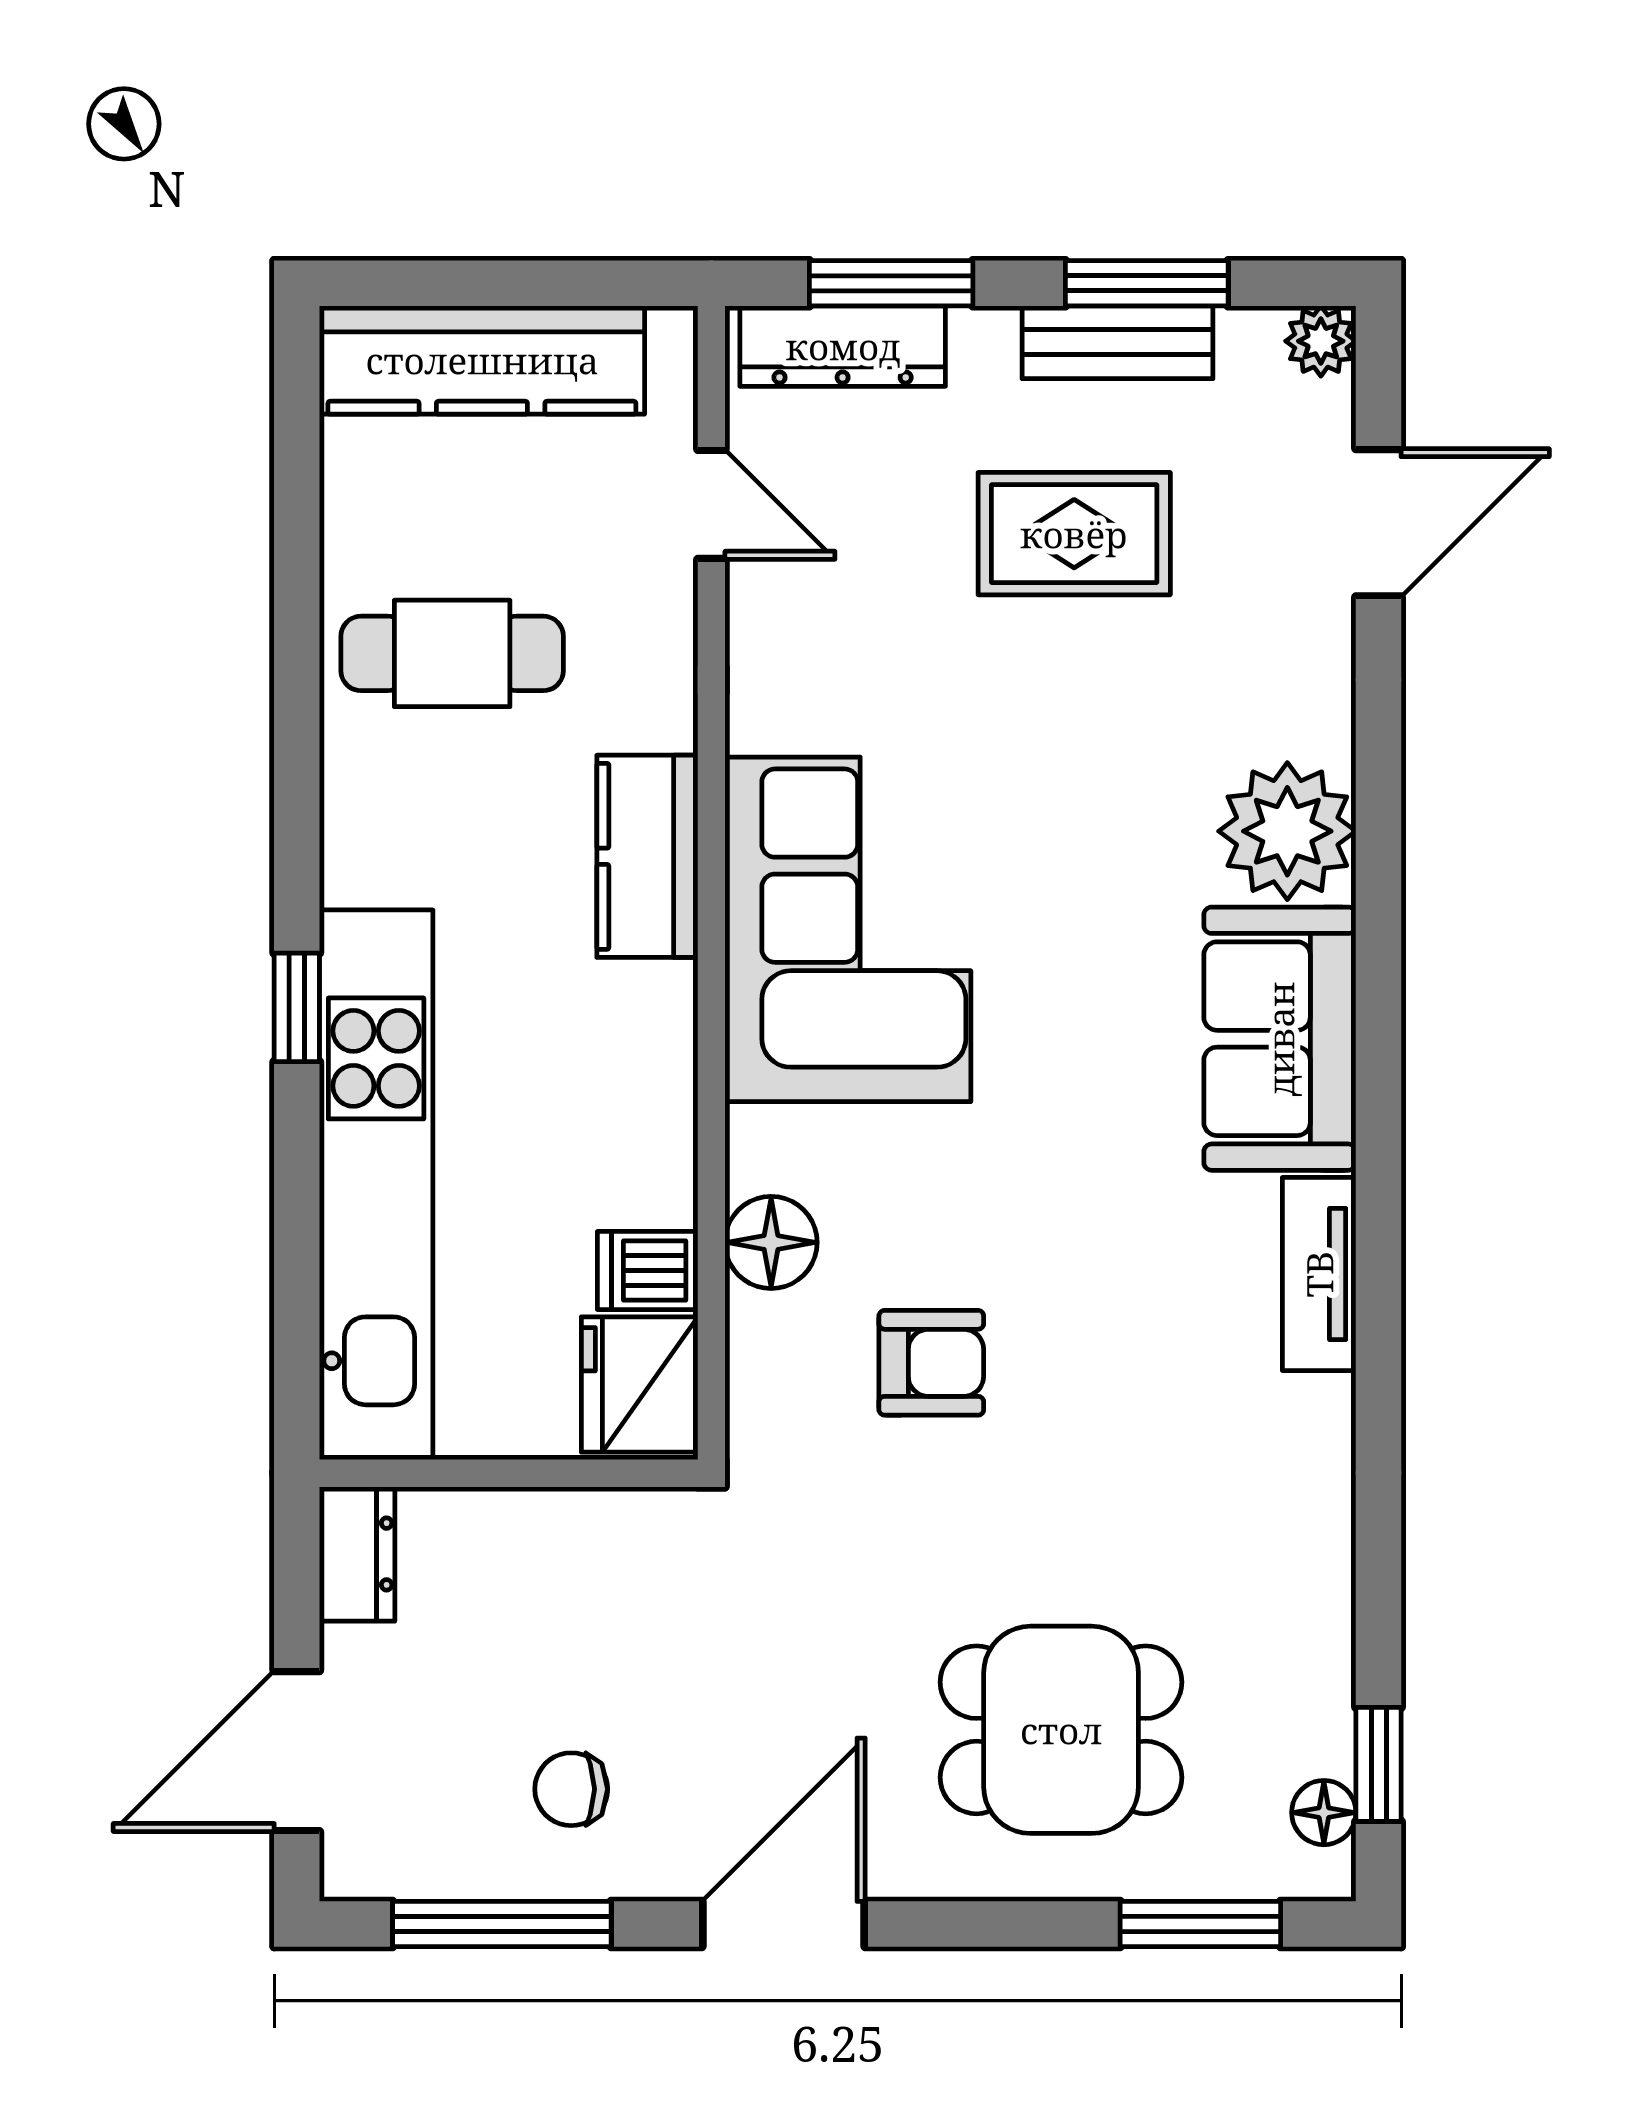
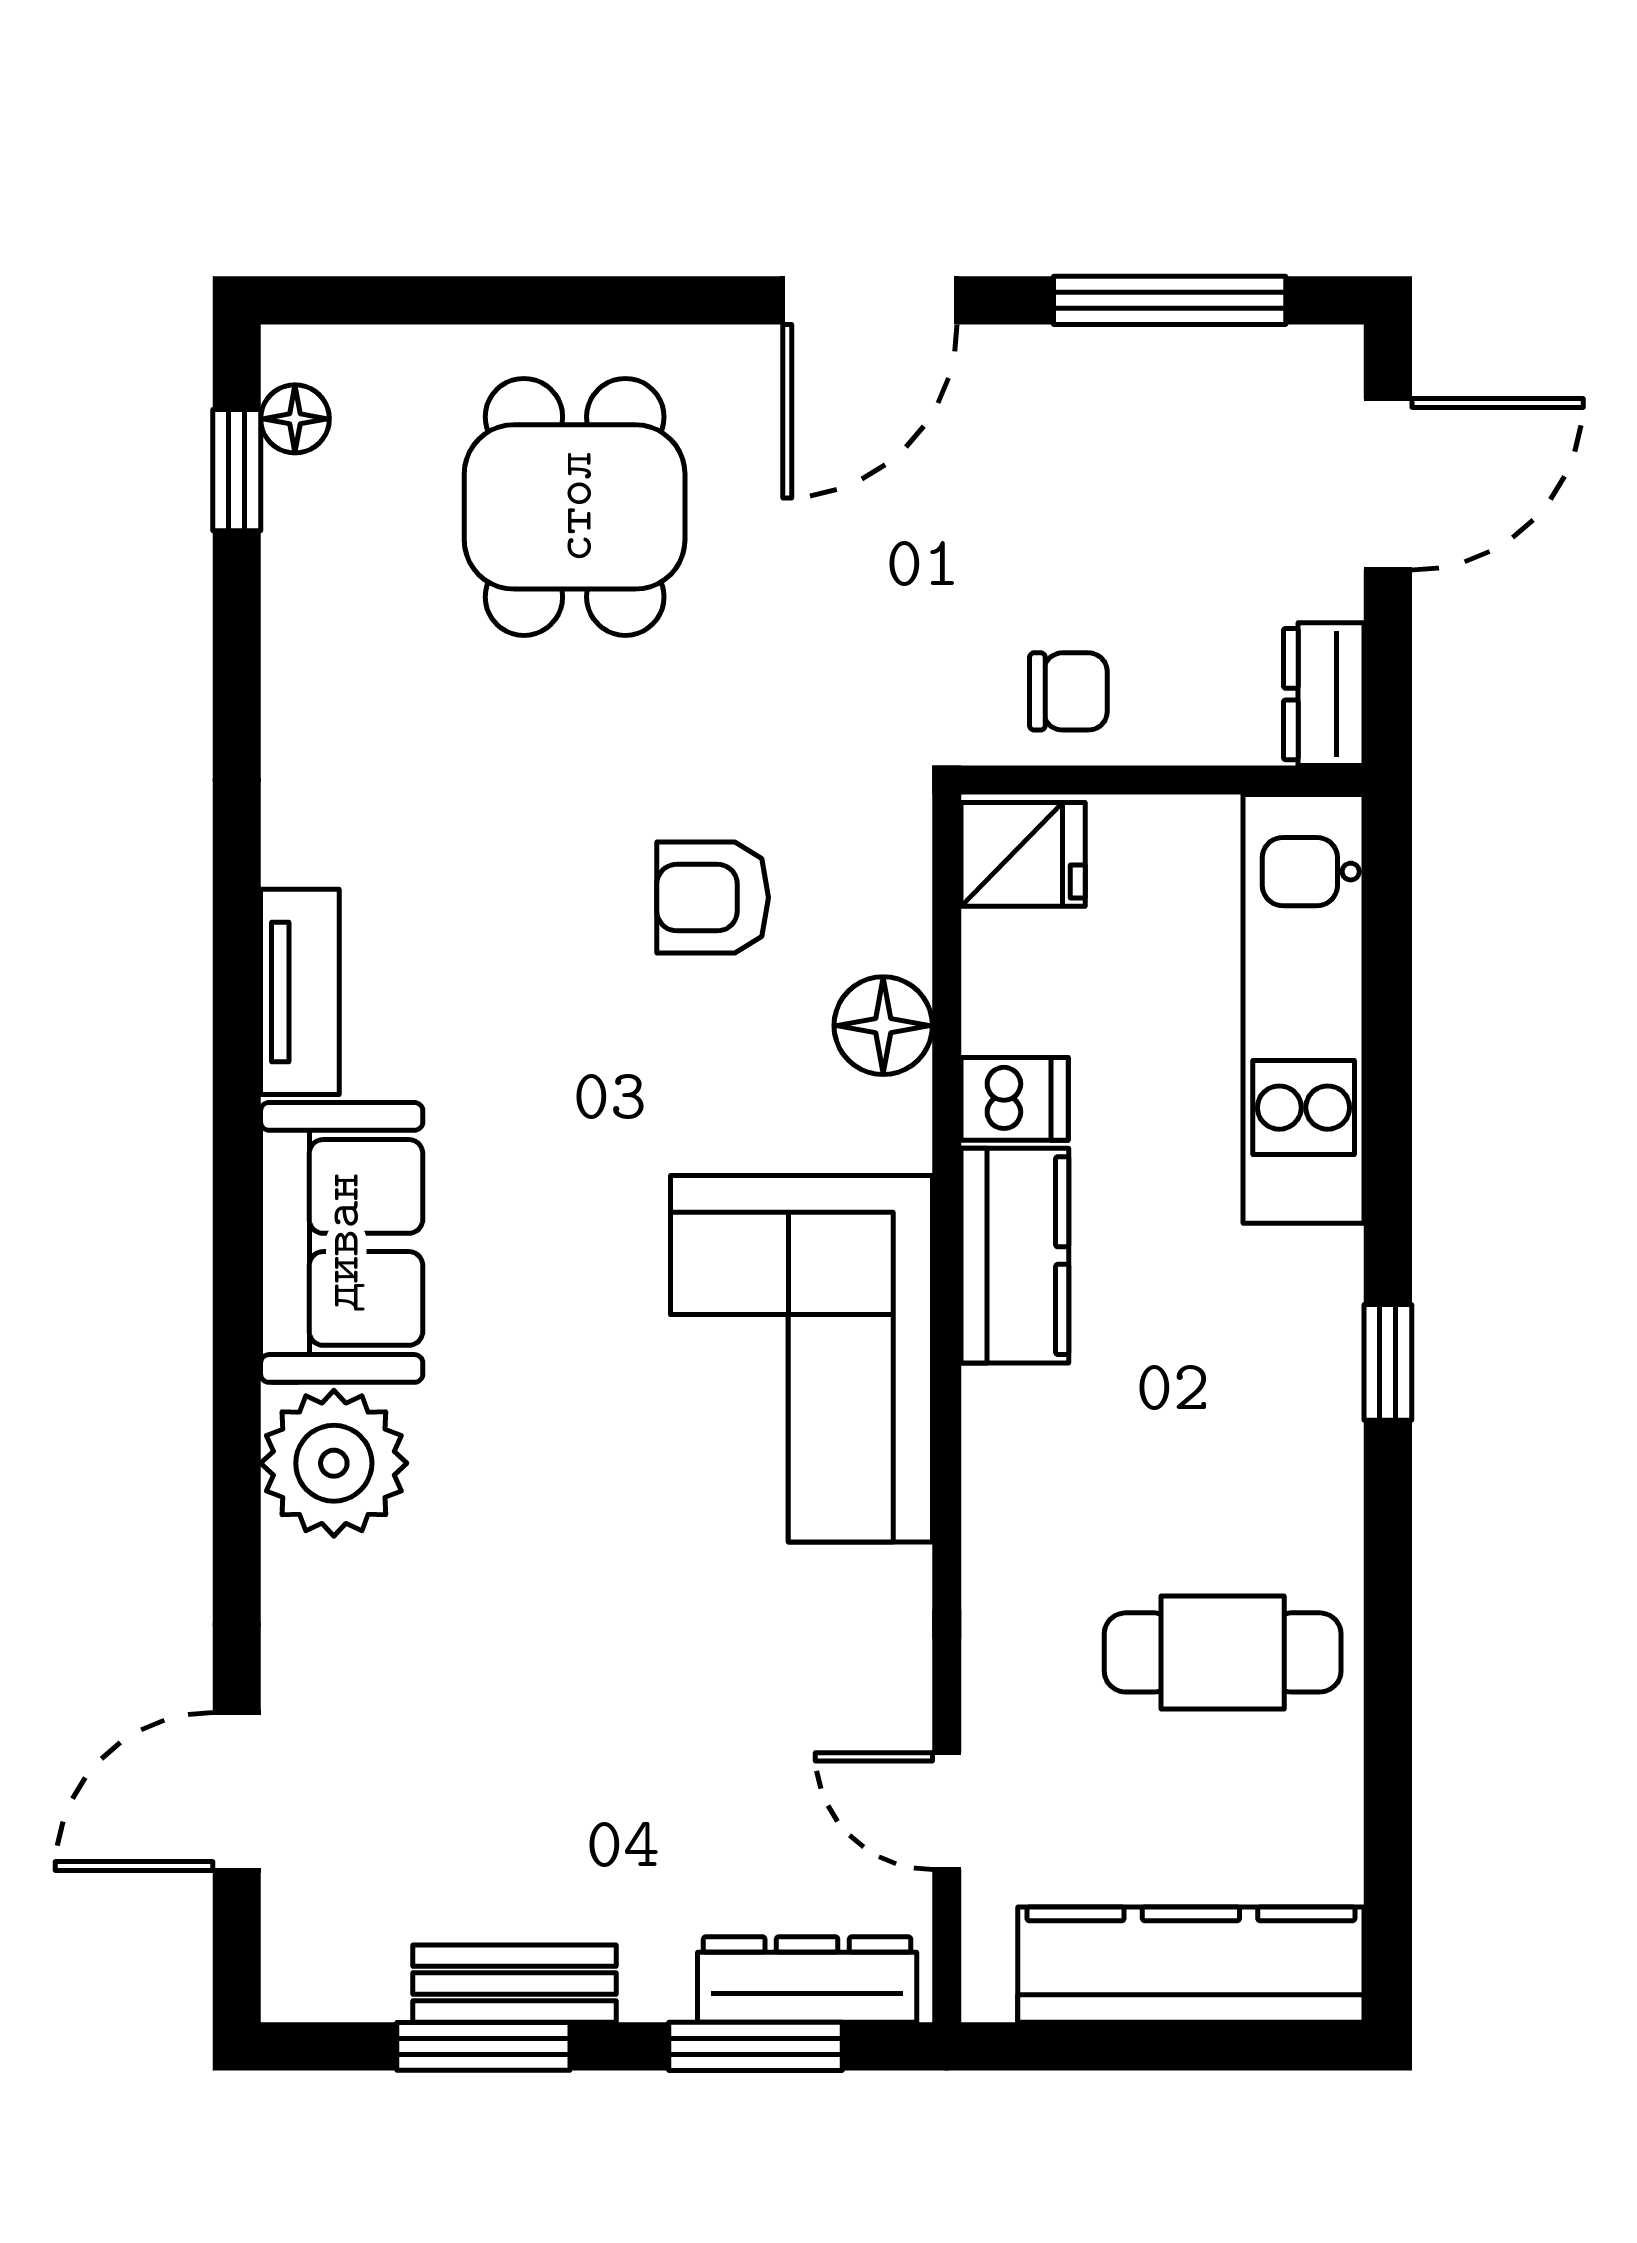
plant: (1321, 341) -> (298, 1985), removed
rug: (1074, 534) -> (561, 1780), removed
kitchen counter: (647, 856) -> (1015, 1256), moved
window: (297, 1007) -> (1388, 1362), moved
kitchen unit: (376, 1185) -> (1304, 1009), width x0.73
dishwasher: (648, 1271) -> (1015, 1099), moved
fridge: (640, 1384) -> (1023, 854), width x0.72
dining table: (1061, 1730) -> (575, 507), turned 90
chair: (571, 1789) -> (1068, 691), moved
window: (1200, 1924) -> (426, 300), removed

